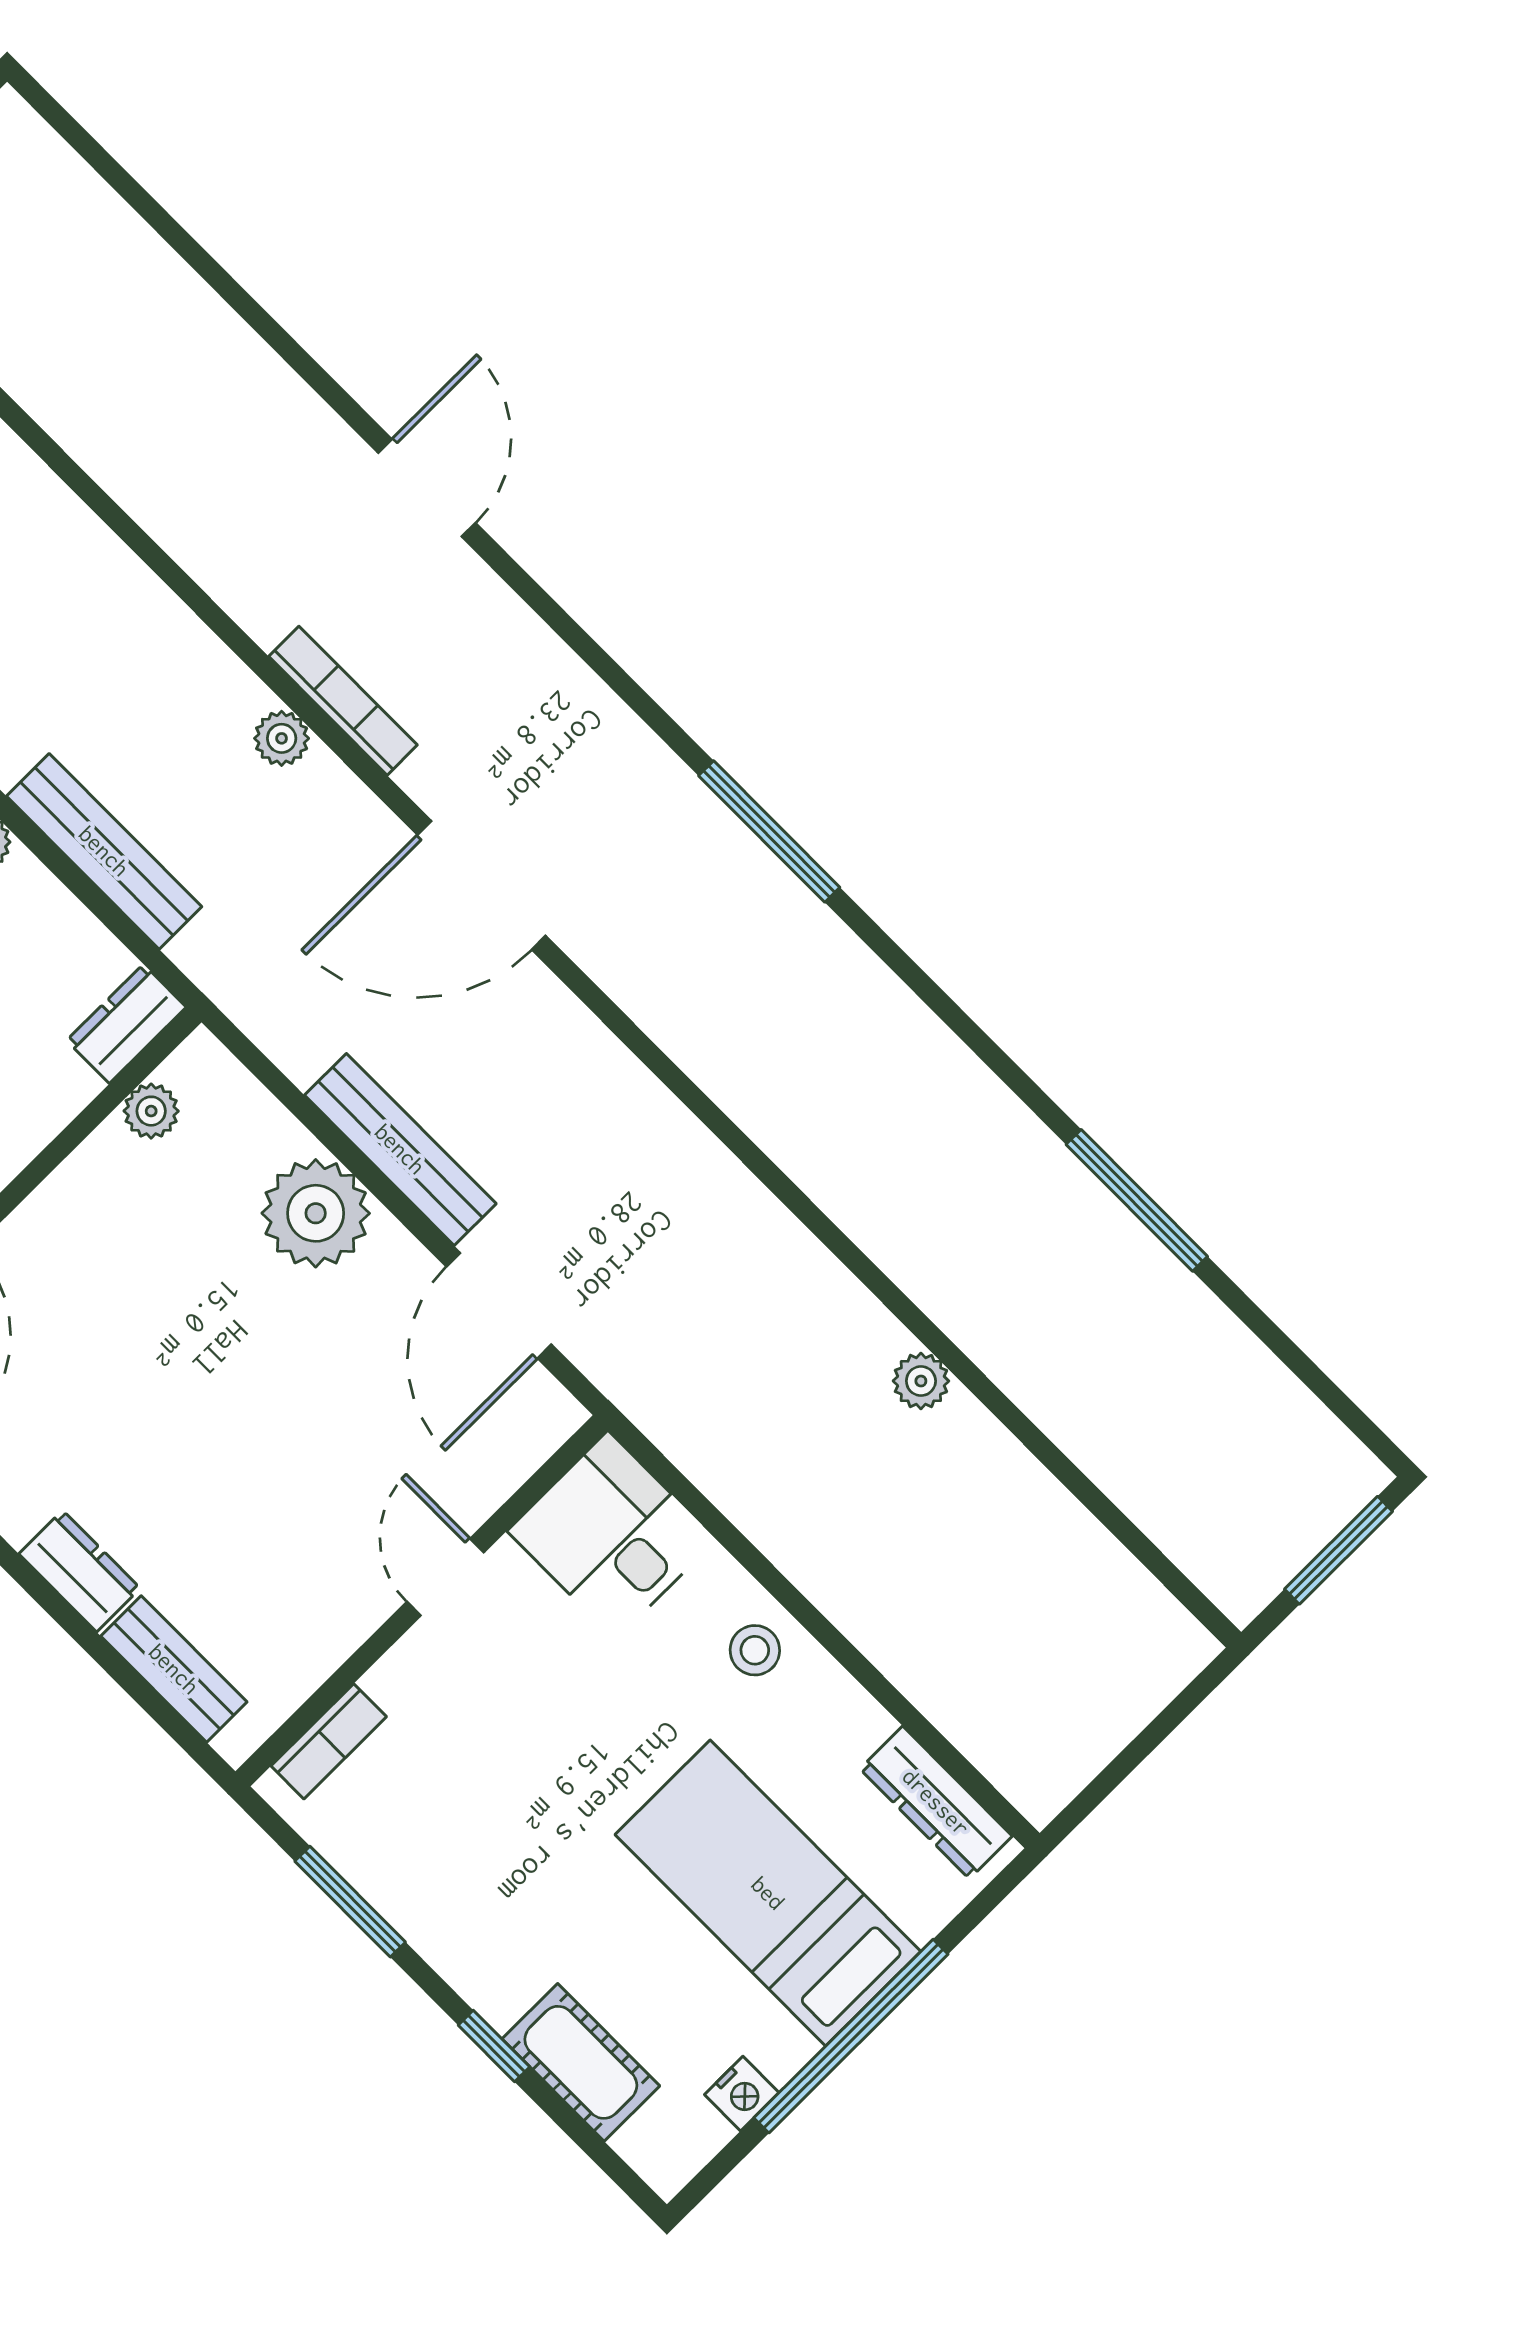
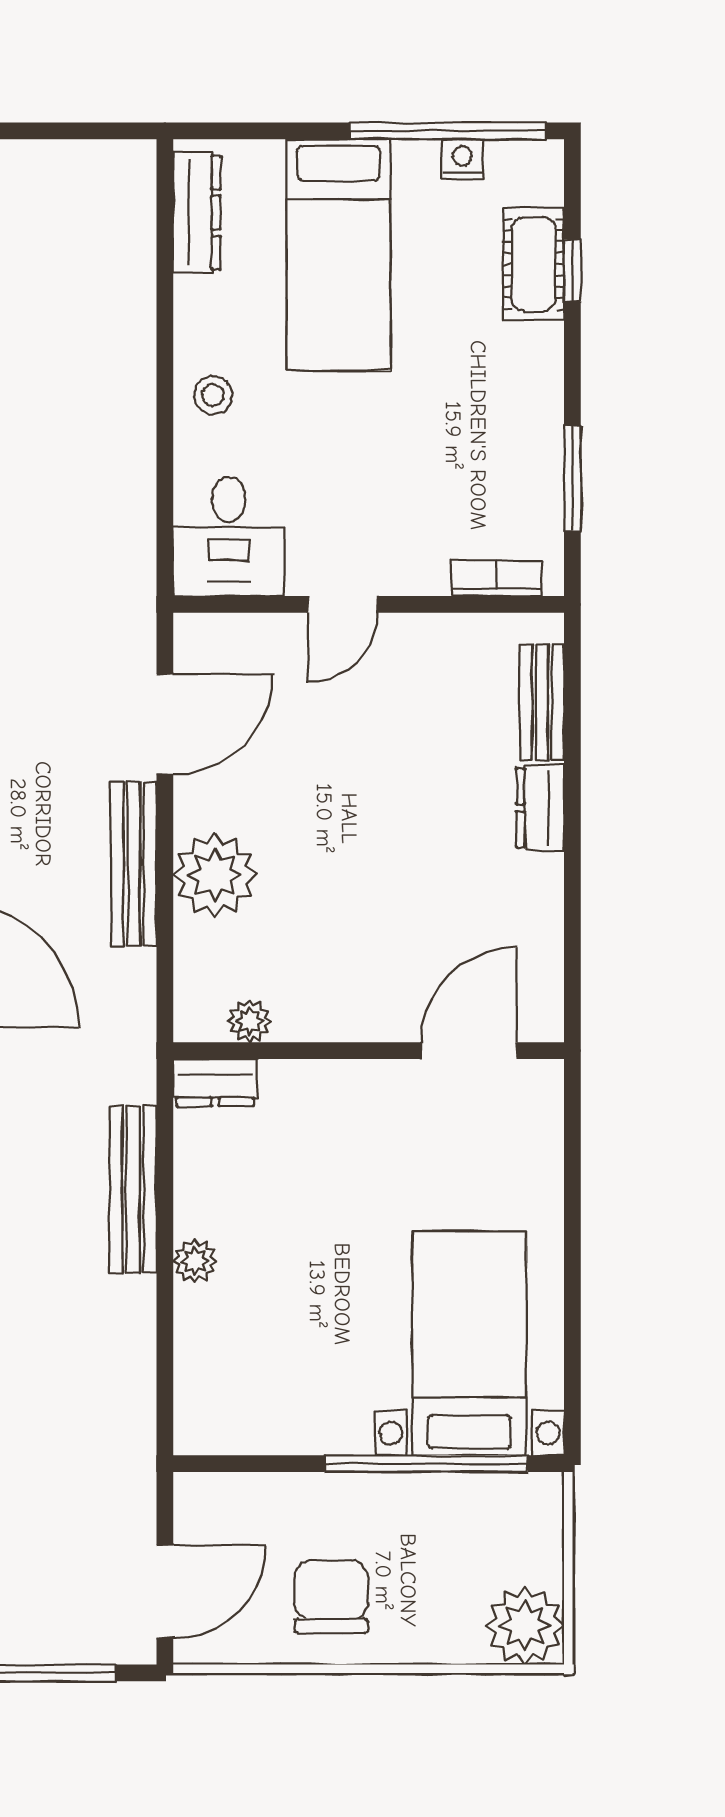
window: (851, 2036) -> (448, 131), moved
window: (494, 2046) -> (572, 271), moved

